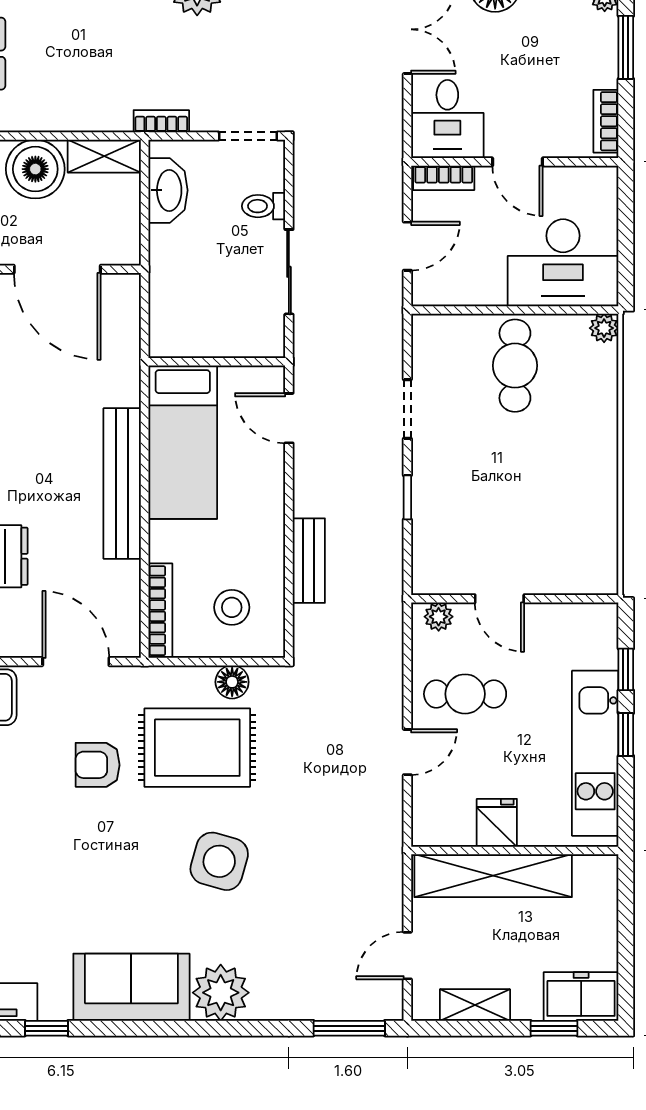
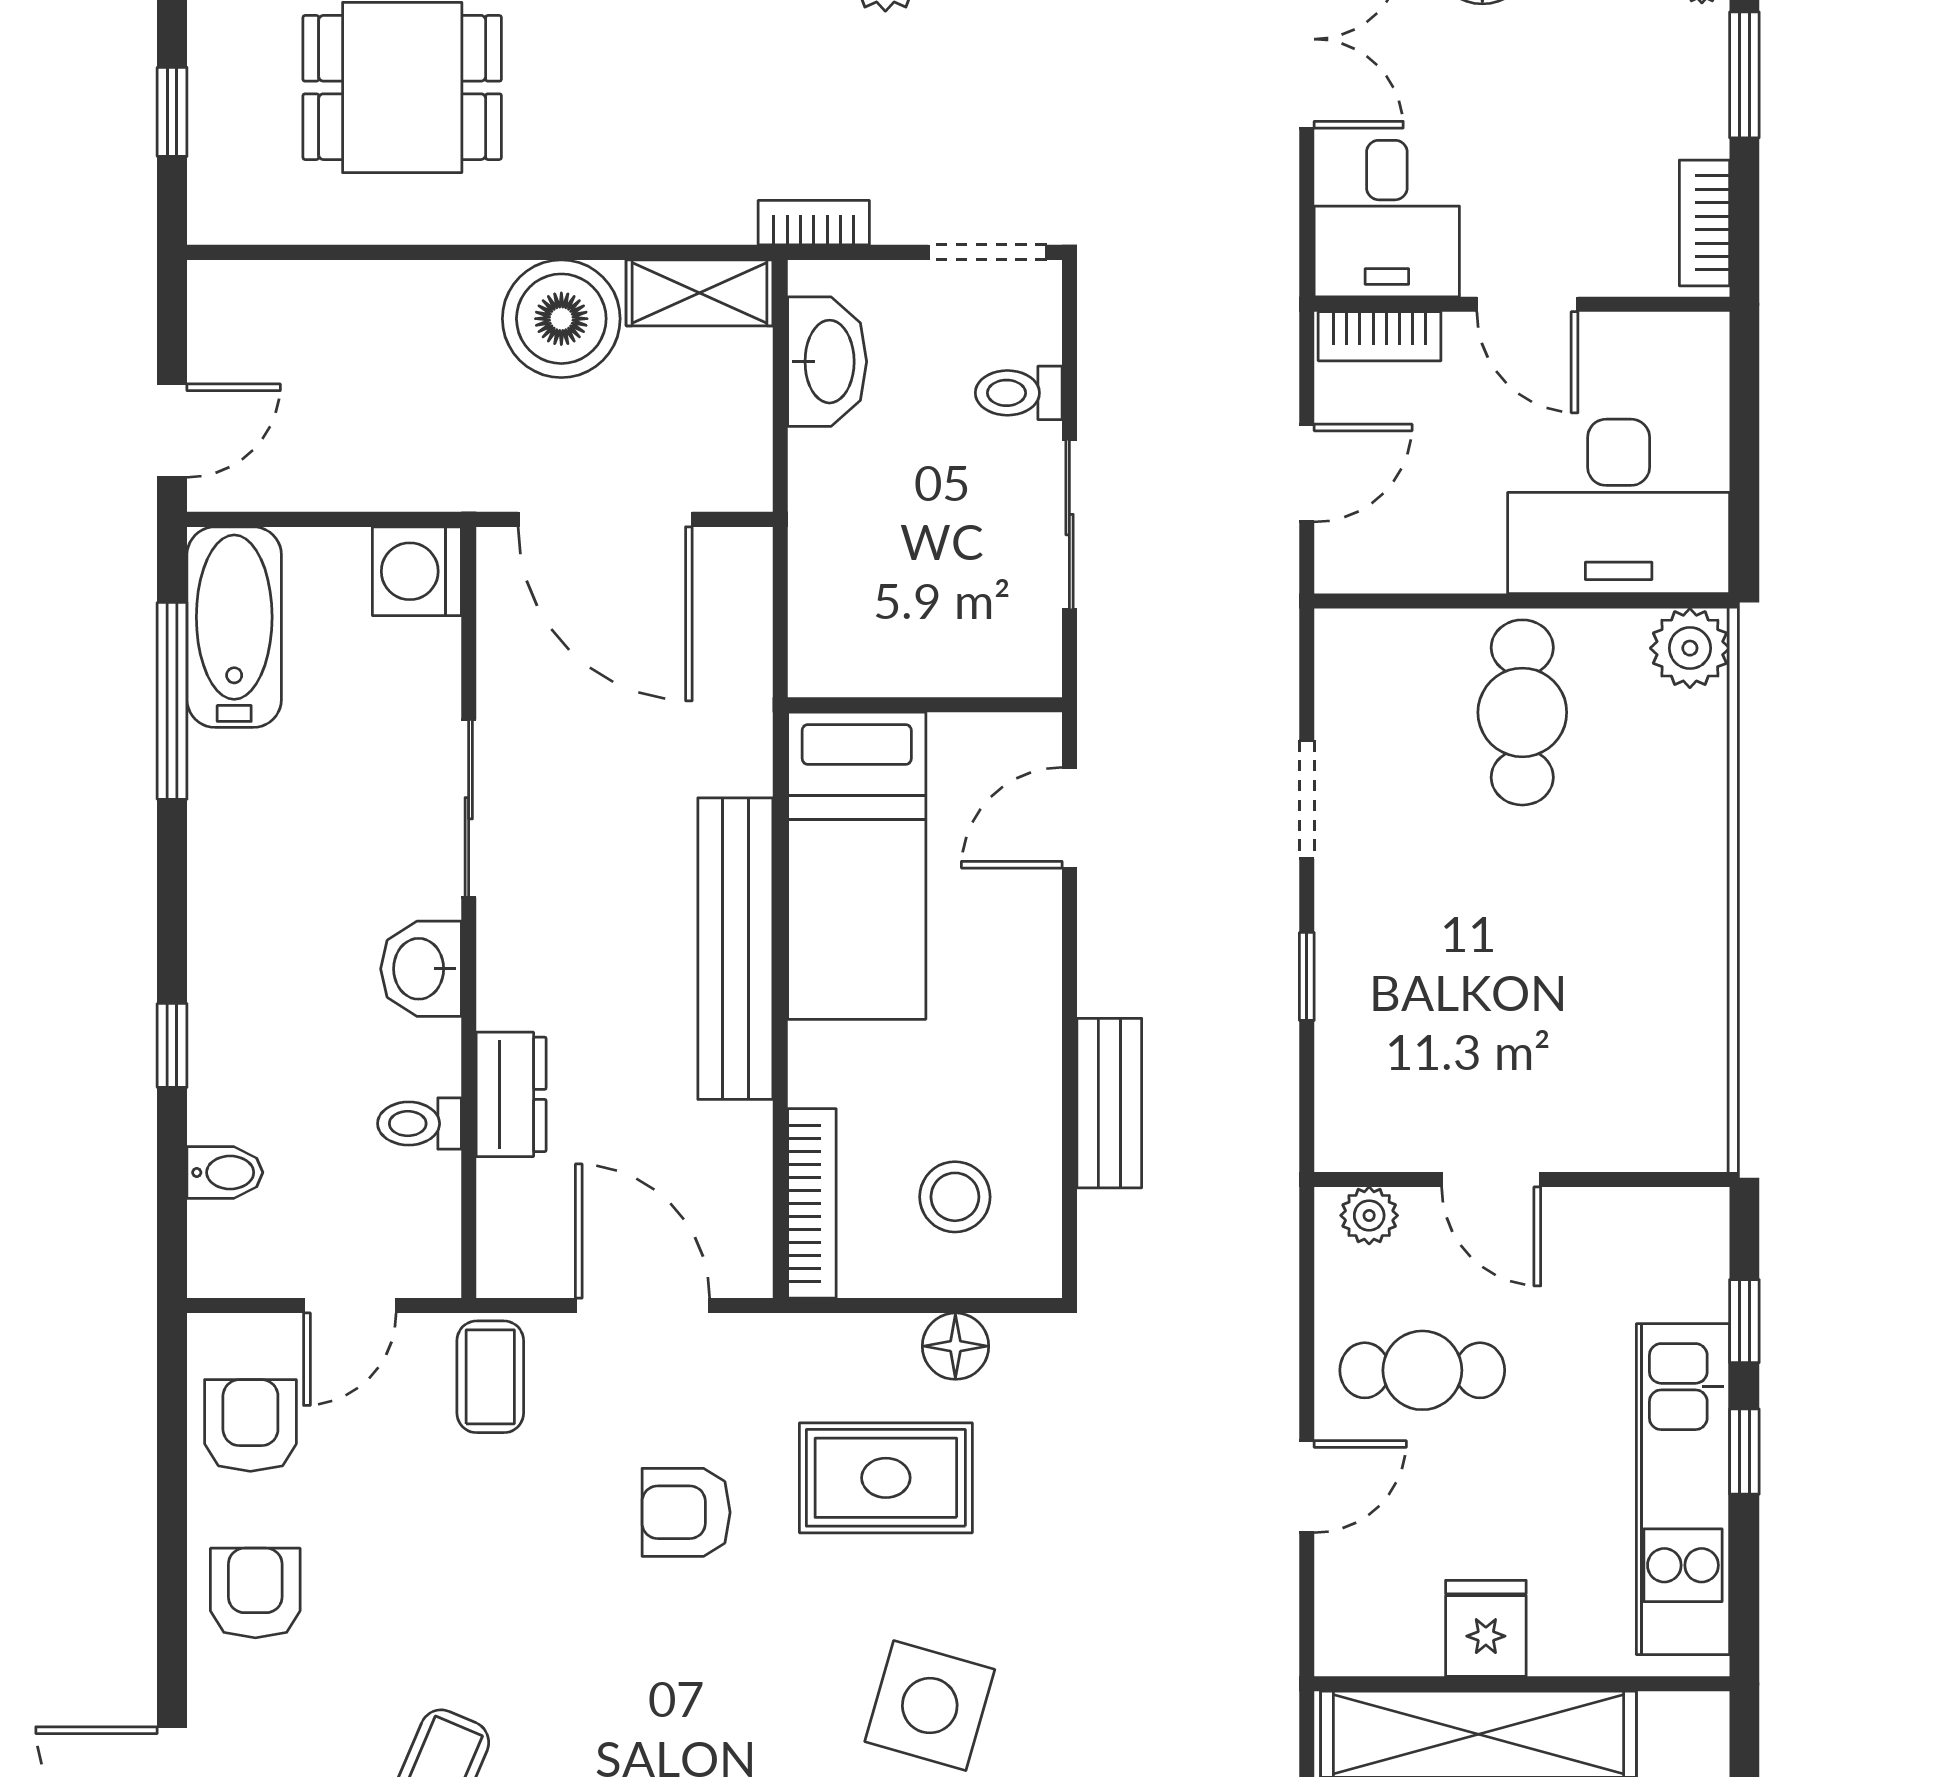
plant: (604, 328) -> (1690, 648), width x1.38, depth x1.38
door: (289, 418) -> (1069, 818), hinge flipped
rug: (197, 748) -> (886, 1478), width x0.73, depth x0.70

